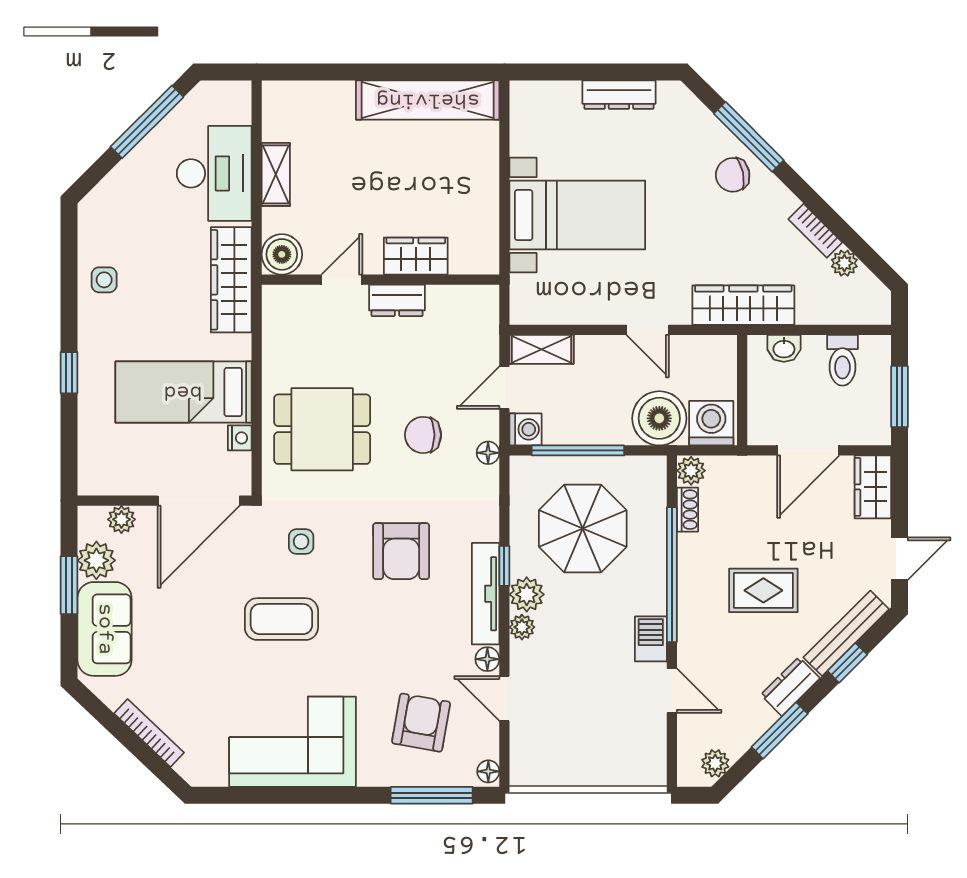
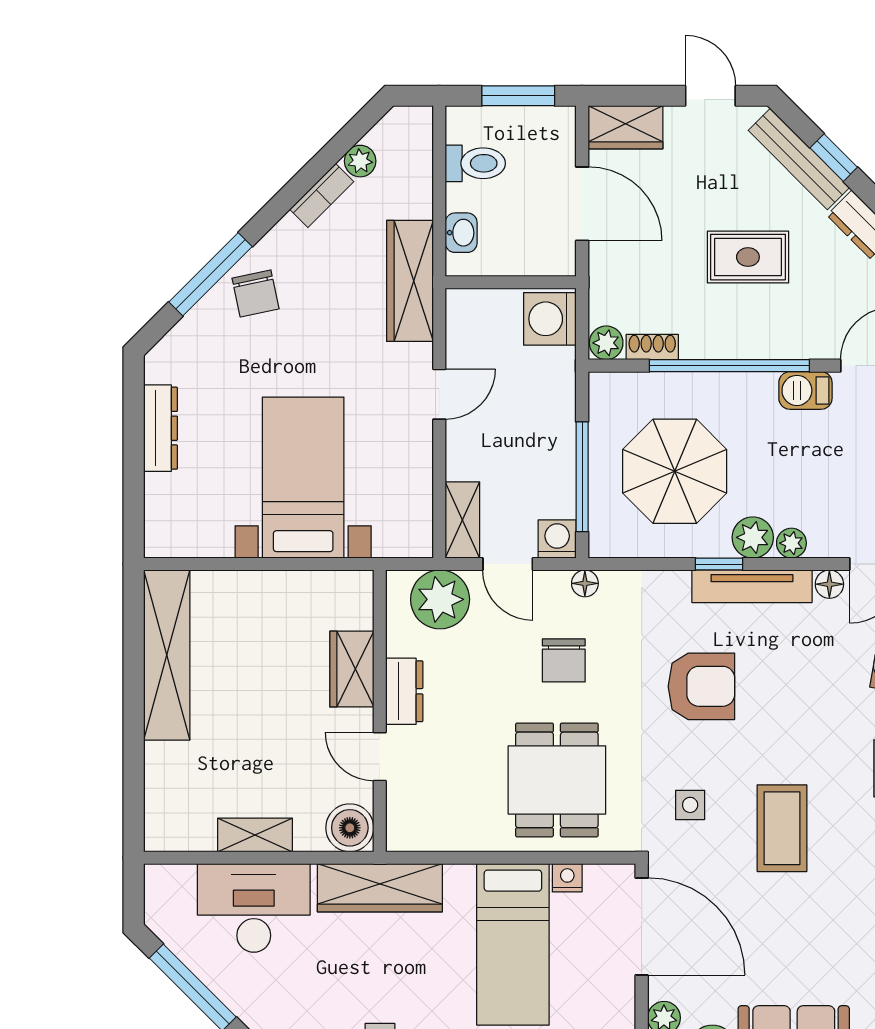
plant: (474, 331) -> (440, 599), added
boiler: (659, 418) -> (544, 380), removed
rug: (763, 590) -> (748, 257), turned 90

